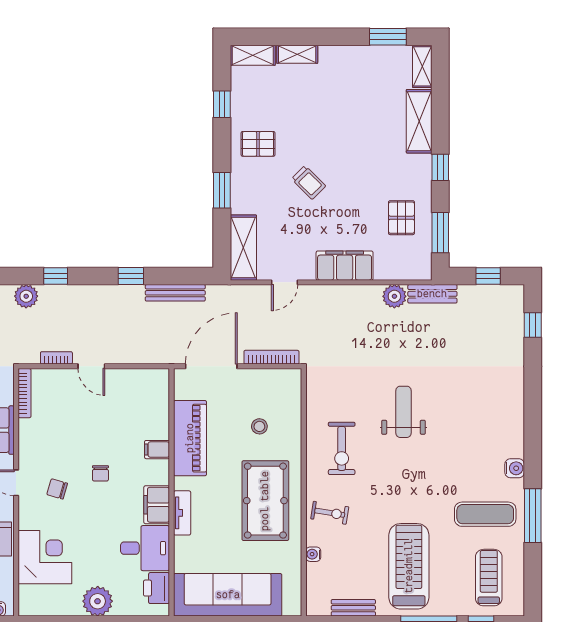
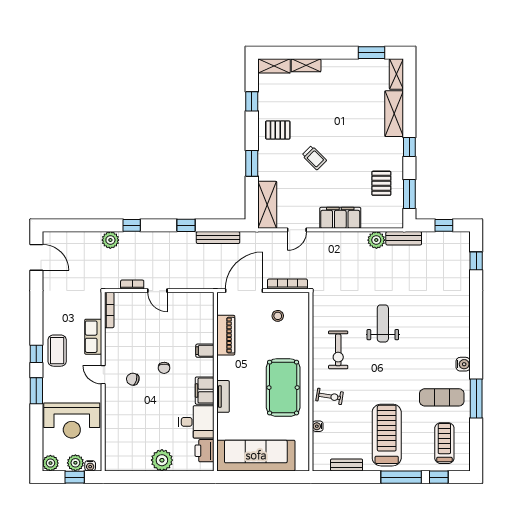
stool: (259, 426) -> (278, 316), moved
piano: (190, 438) -> (226, 335), width x0.73, depth x0.75
corner desk: (45, 557) -> (124, 428), removed

